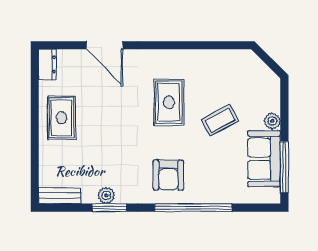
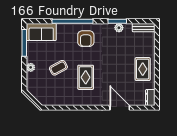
sofa: (264, 159) -> (41, 32), moved, turned 90
armchair: (168, 175) -> (86, 39), turned 180

